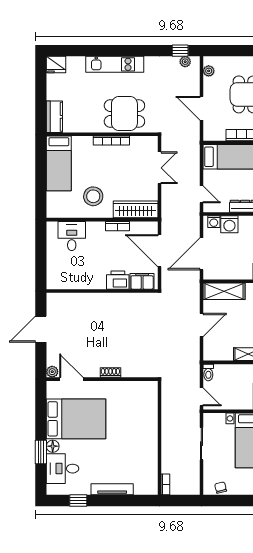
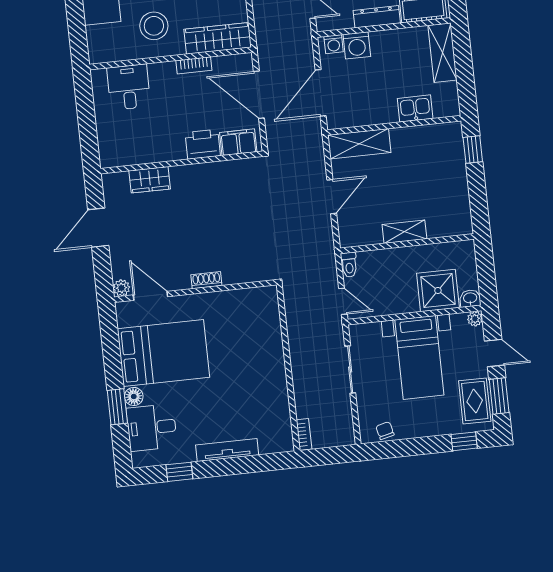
wardrobe: (79, 300) -> (150, 180), added

